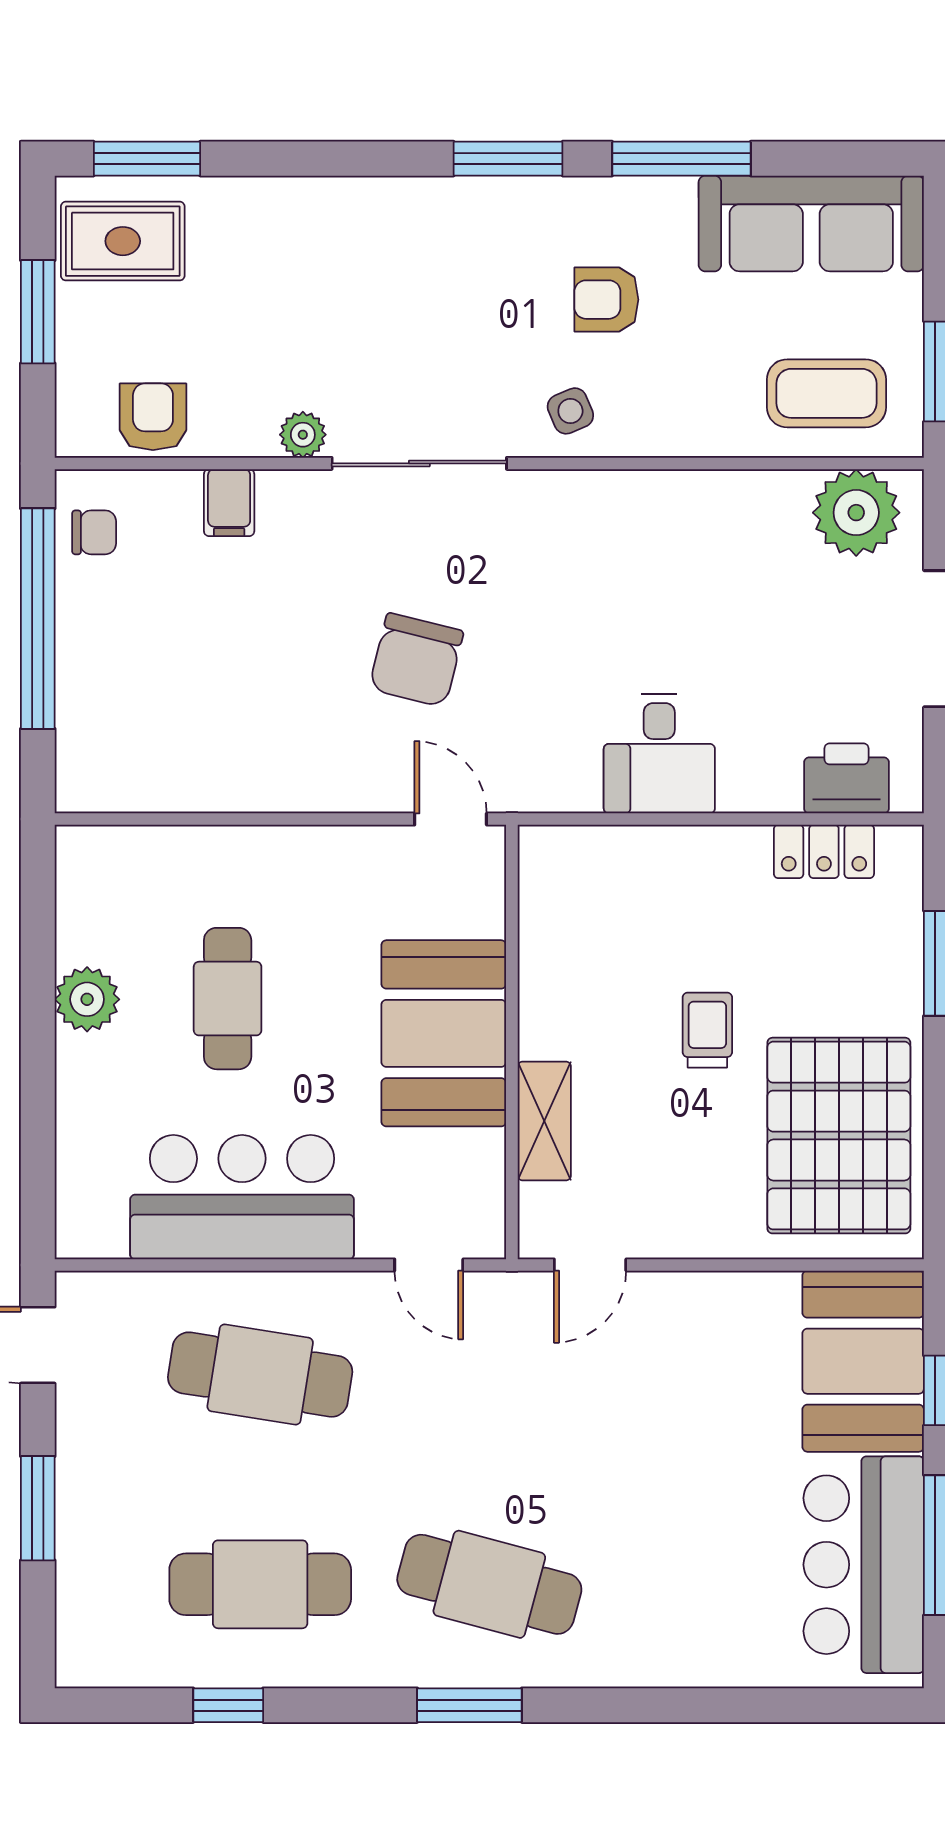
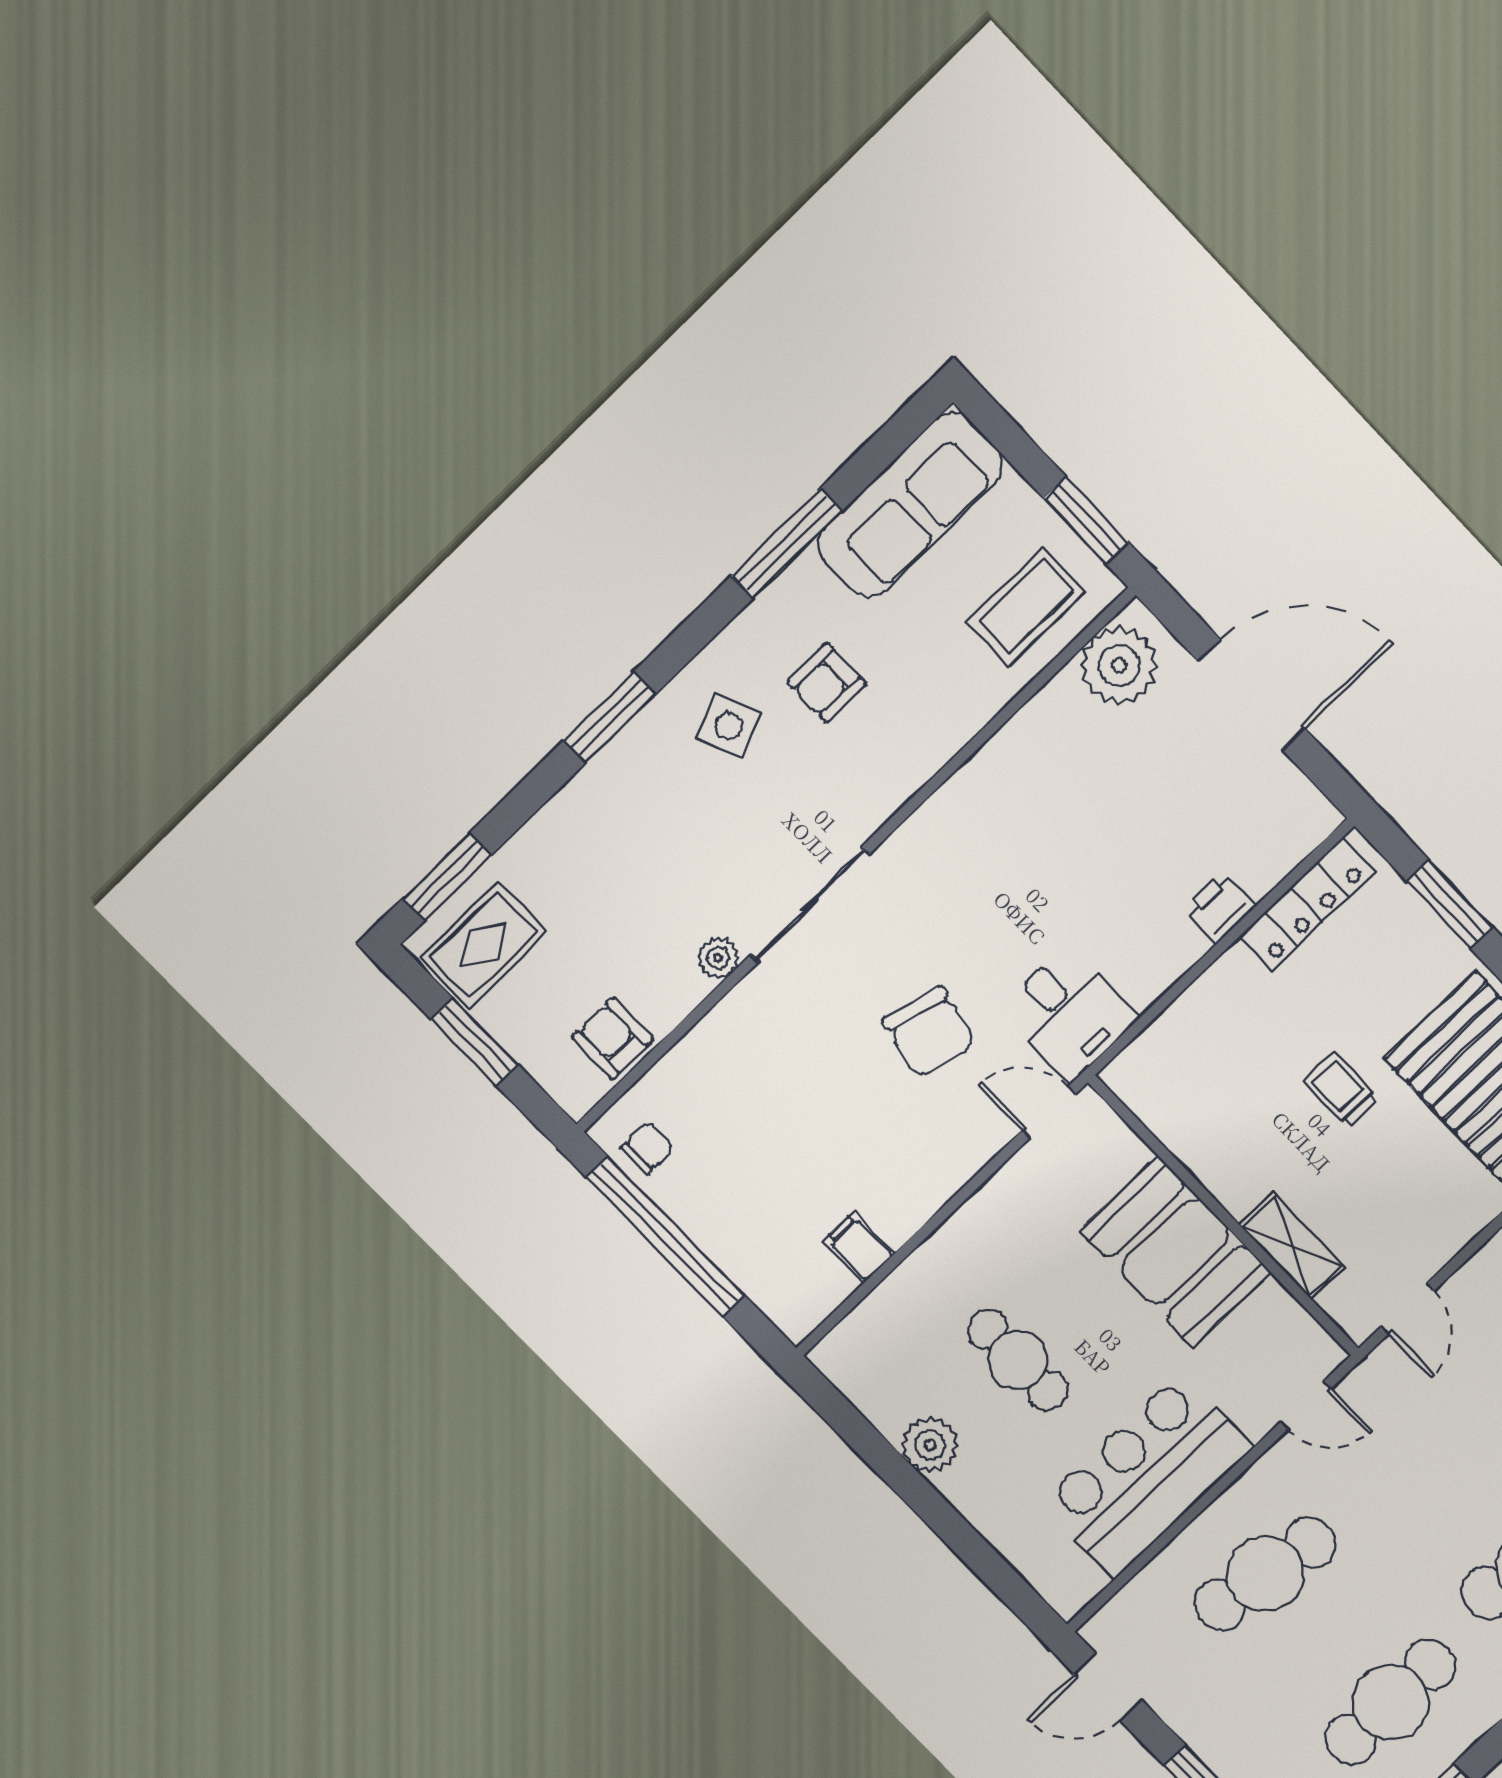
window: (508, 159) -> (609, 717), moved
side table: (570, 411) -> (729, 726), moved, width x1.37, depth x1.37
filing cabinet: (229, 503) -> (859, 1247), moved, turned 180
desk: (659, 753) -> (1069, 1013), moved
printer: (846, 778) -> (1219, 907), moved, width x0.73, depth x0.81
locker: (824, 851) -> (1307, 904), width x1.53

